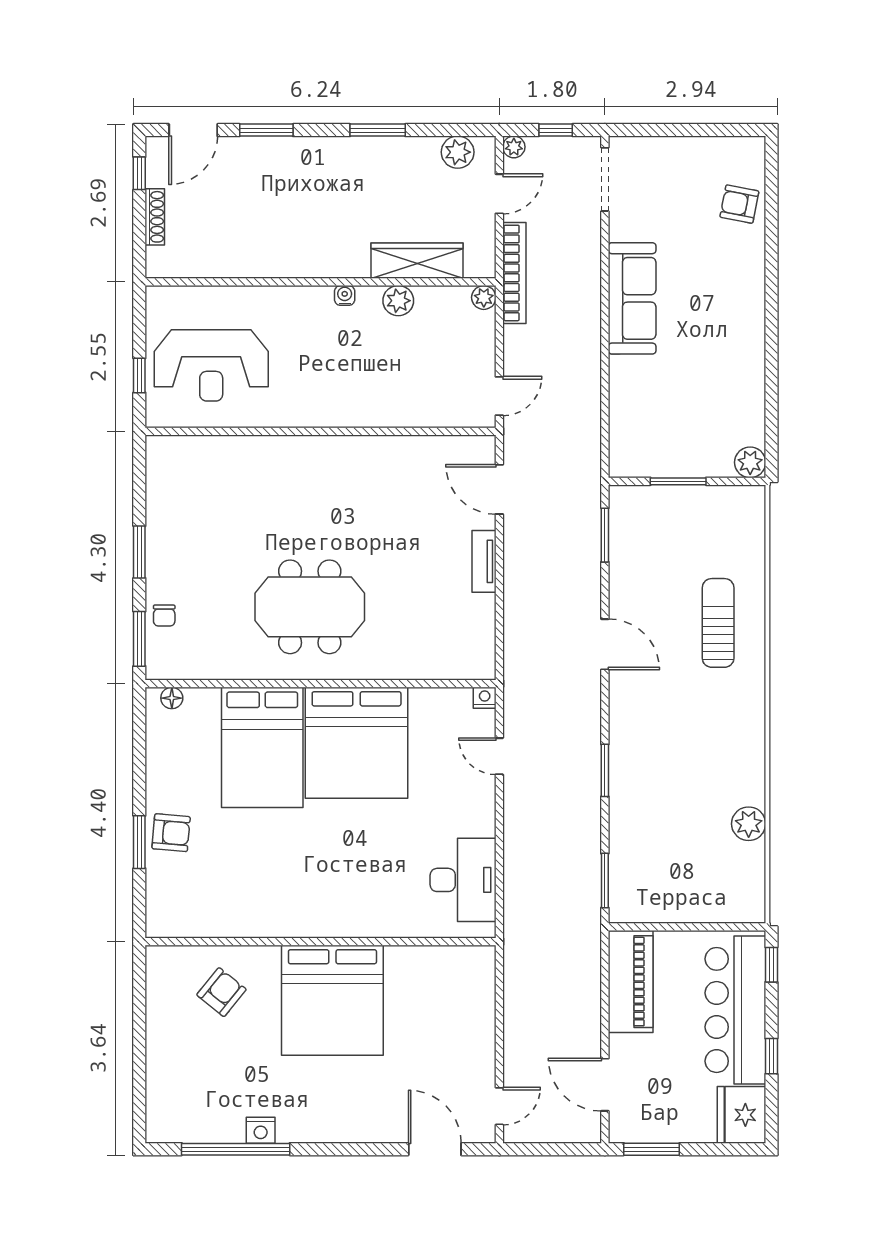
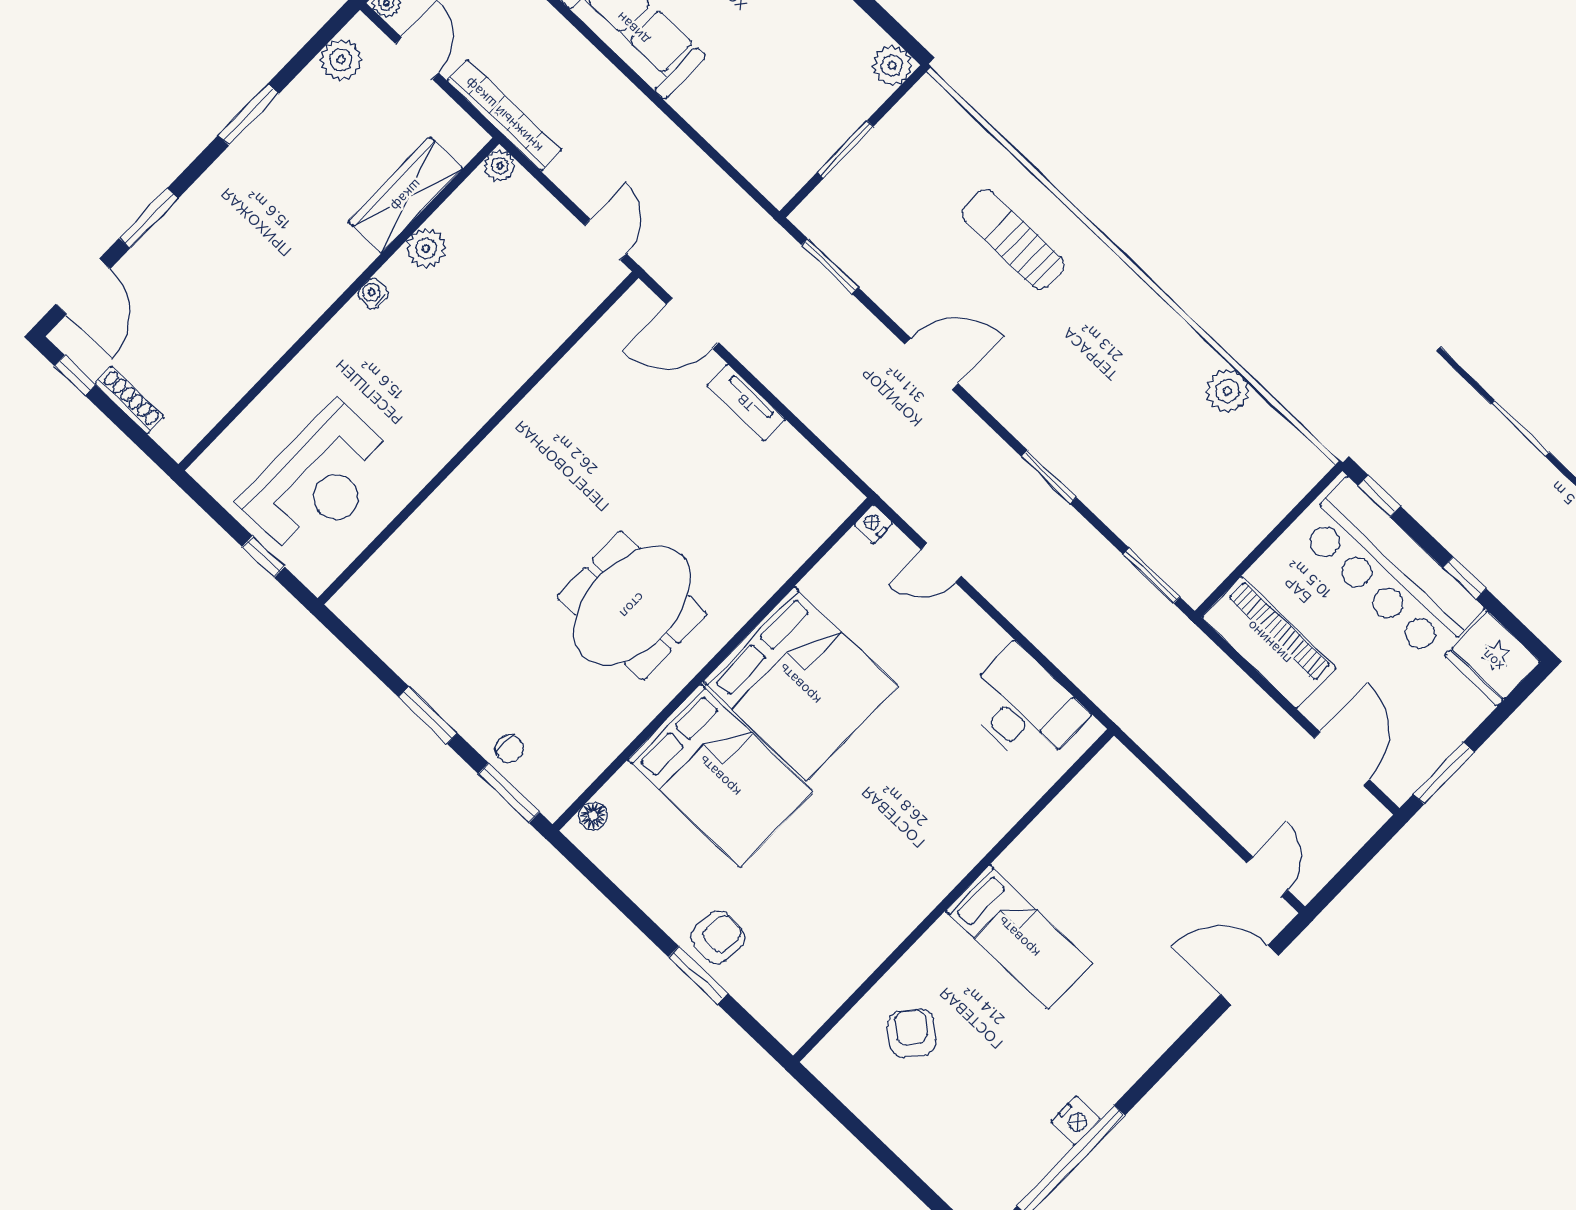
bed: (332, 1000) -> (1019, 937), width x0.49
door: (605, 1085) -> (1342, 759), swing flipped

